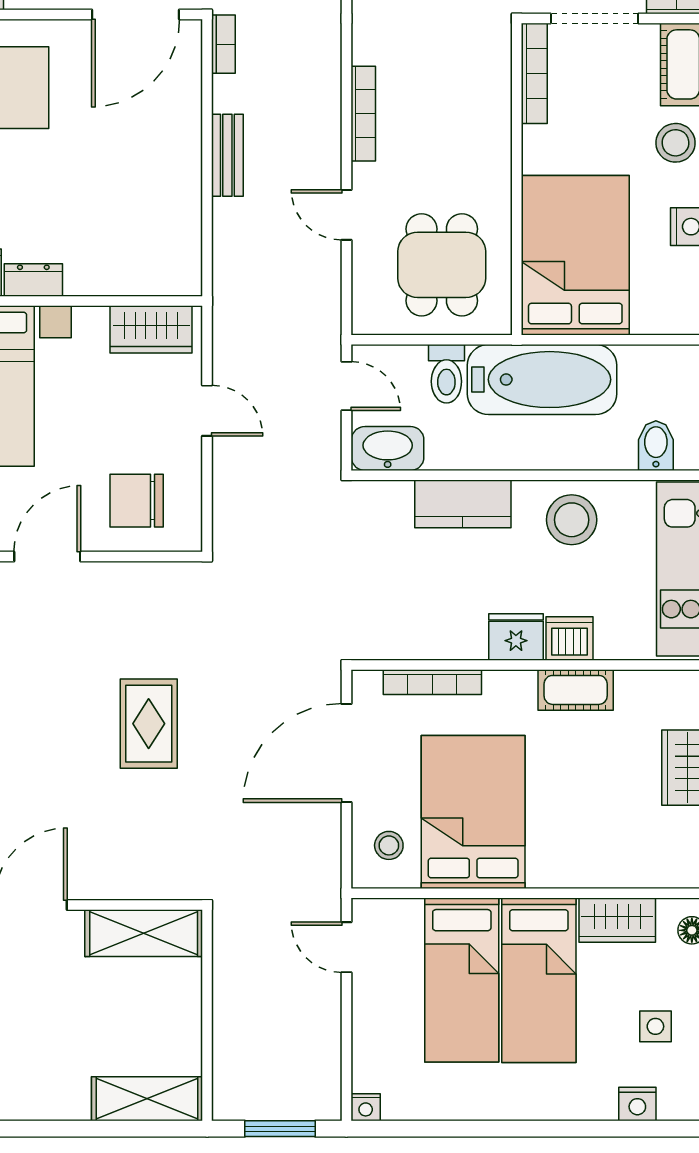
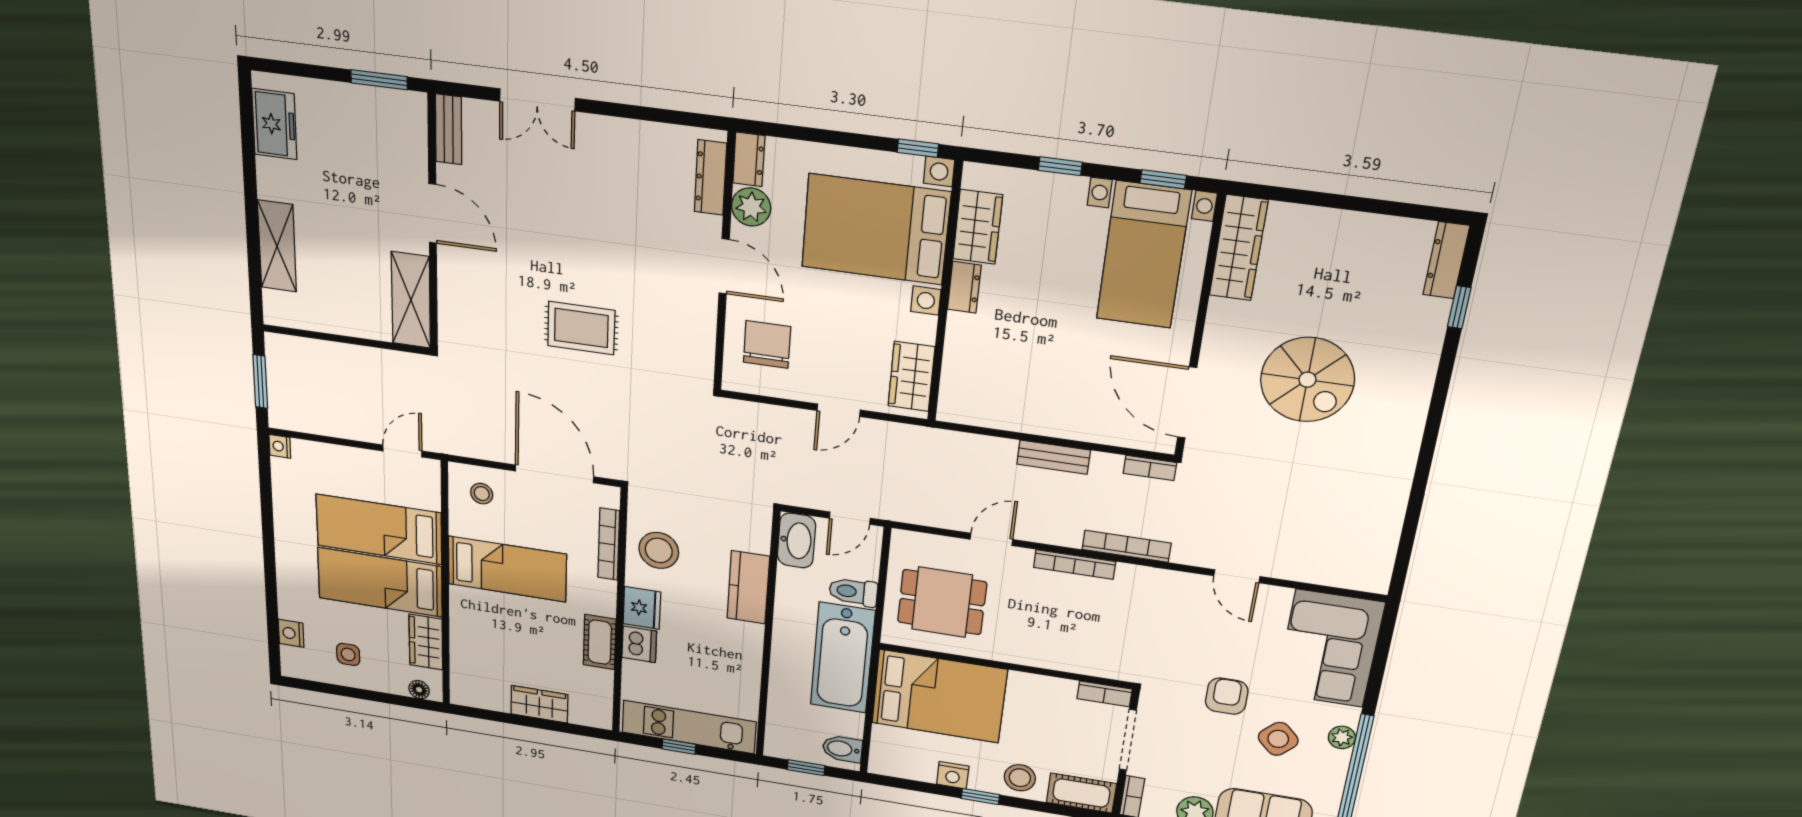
bookcase: (329, 57) -> (1126, 546), added
bookcase: (534, 73) -> (1105, 694), width x0.64
bidet: (656, 446) -> (842, 749), moved, turned 180
stool: (572, 520) -> (659, 550), moved
bed: (473, 812) -> (507, 569), width x0.67
shelving: (147, 1099) -> (277, 246), moved

